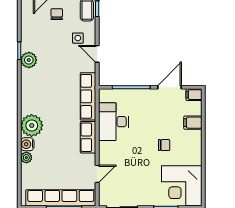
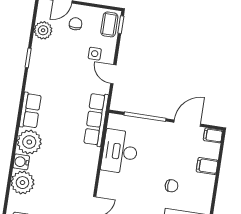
plant: (29, 60) -> (43, 30), moved
row of seats: (88, 137) -> (30, 111), moved, turned 180
plant: (26, 158) -> (22, 183), width x1.88, depth x1.88

